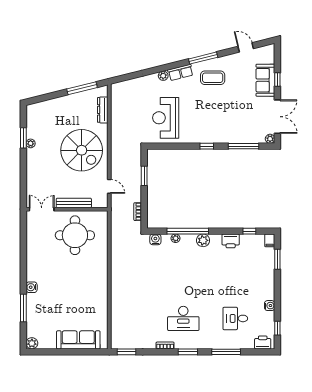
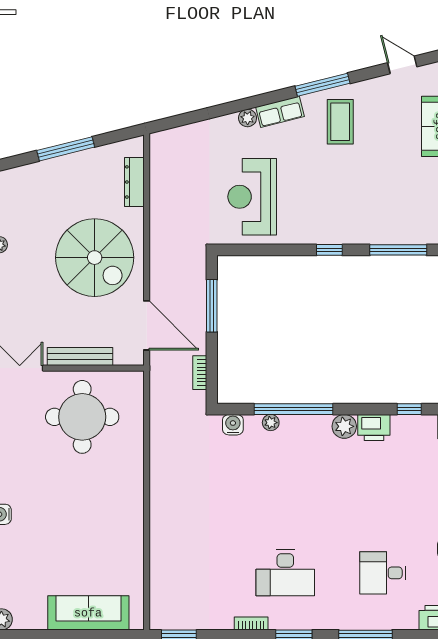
coffee table: (213, 78) -> (340, 122), turned 90
window: (82, 88) -> (66, 149), moved
window: (144, 176) -> (212, 306), width x1.44
door: (109, 186) -> (147, 325), width x1.88
plant: (203, 240) -> (344, 426), moved

